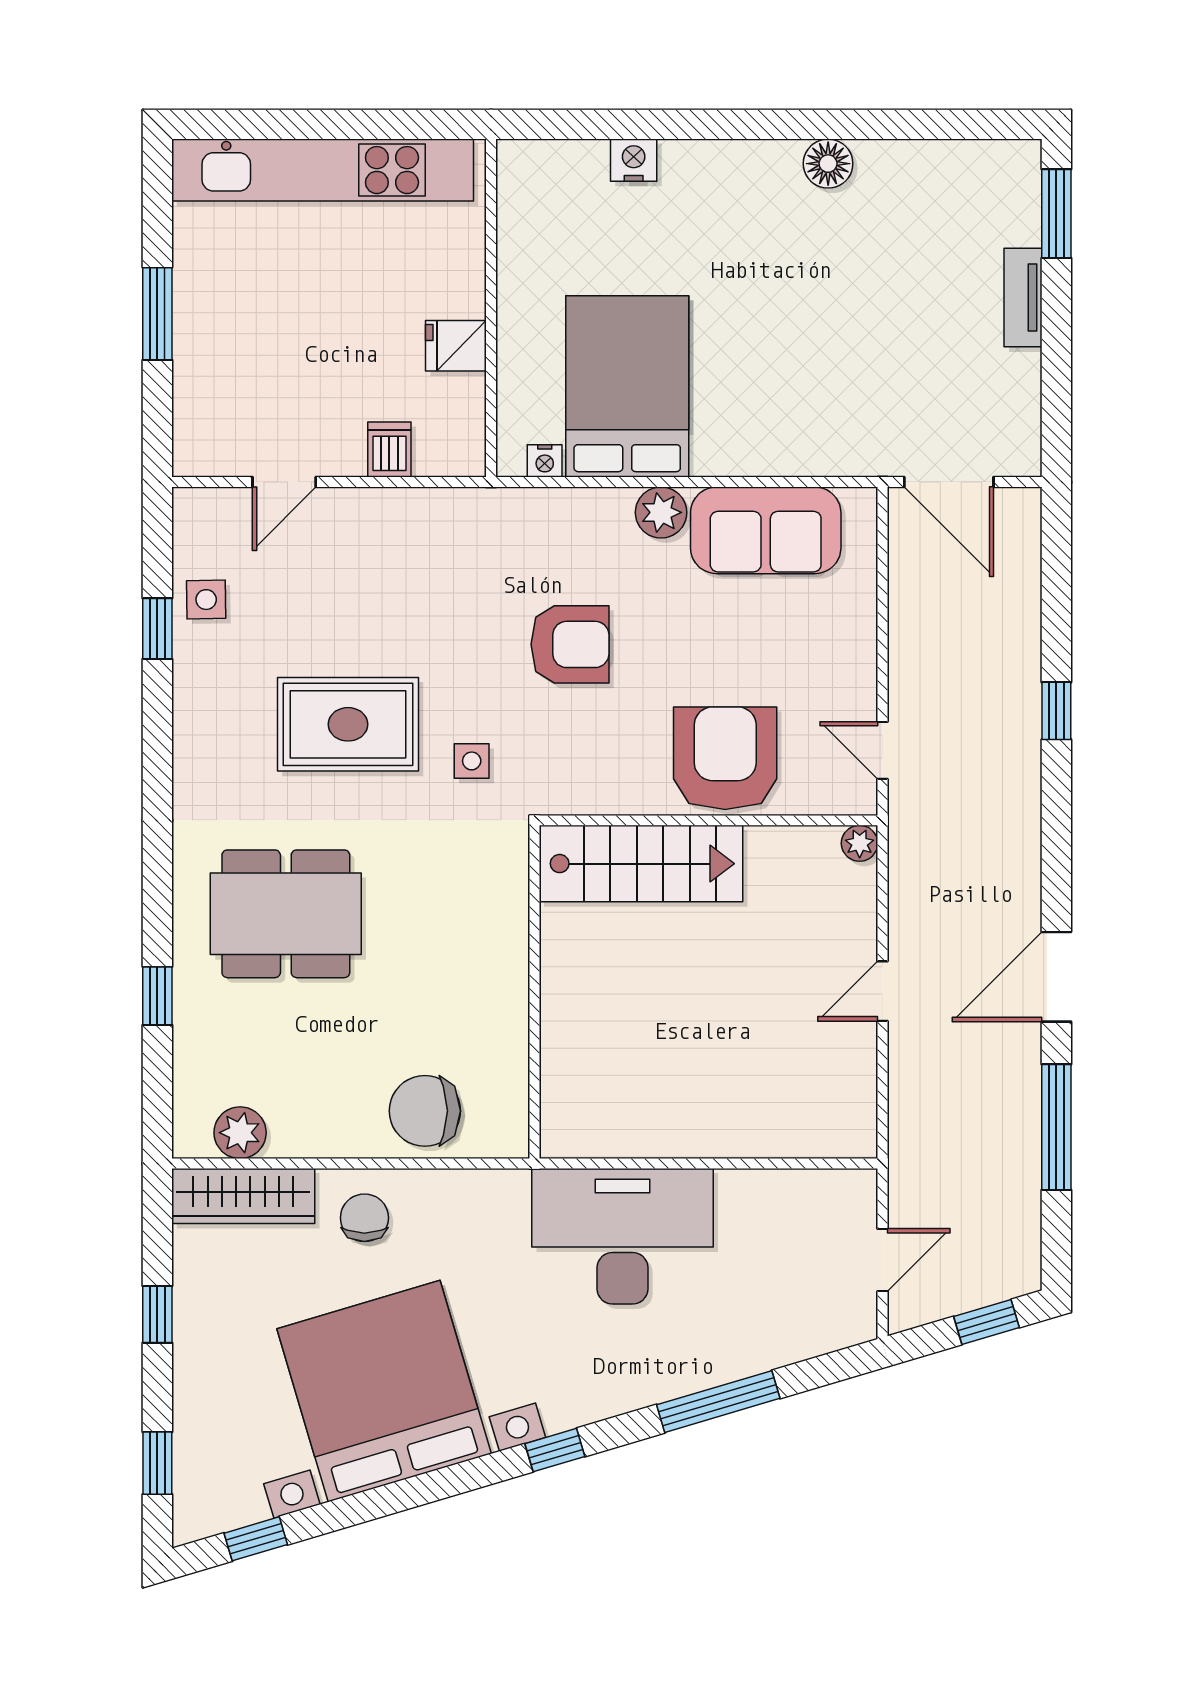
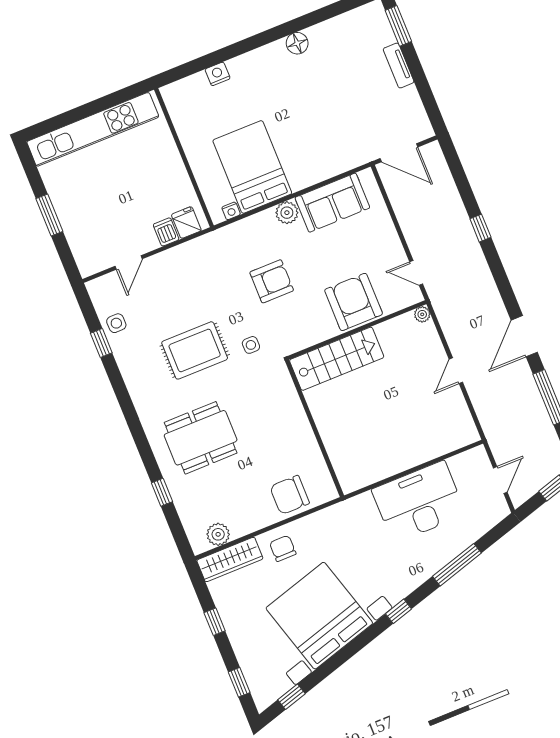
fridge: (456, 346) -> (186, 222), moved, turned 90
desk: (622, 1236) -> (419, 502), moved

